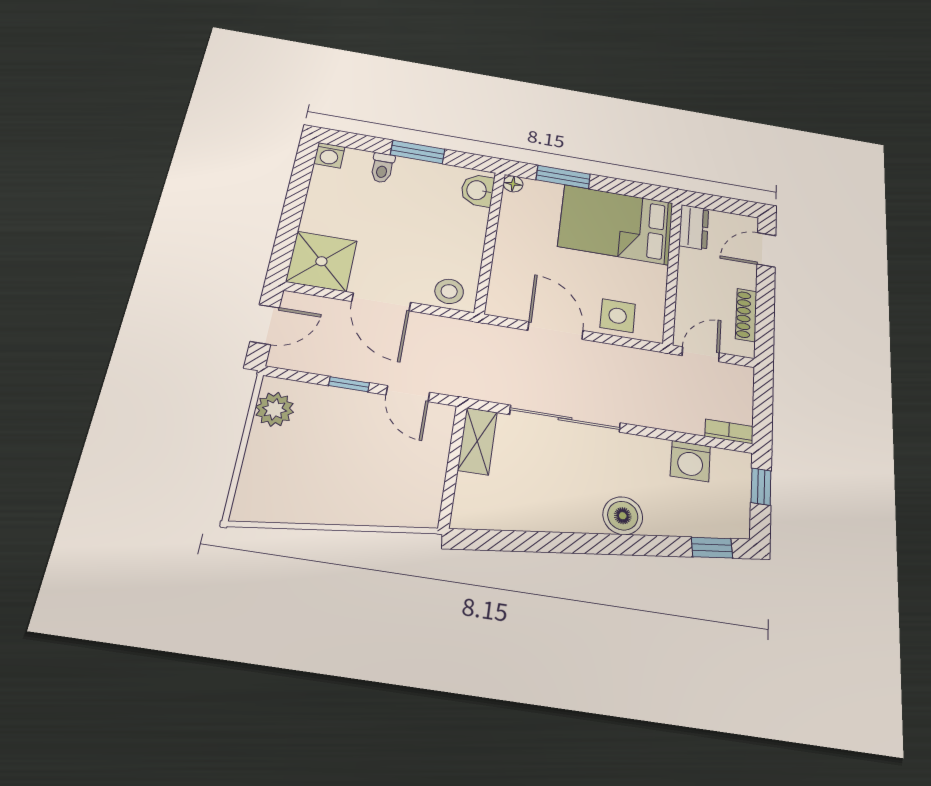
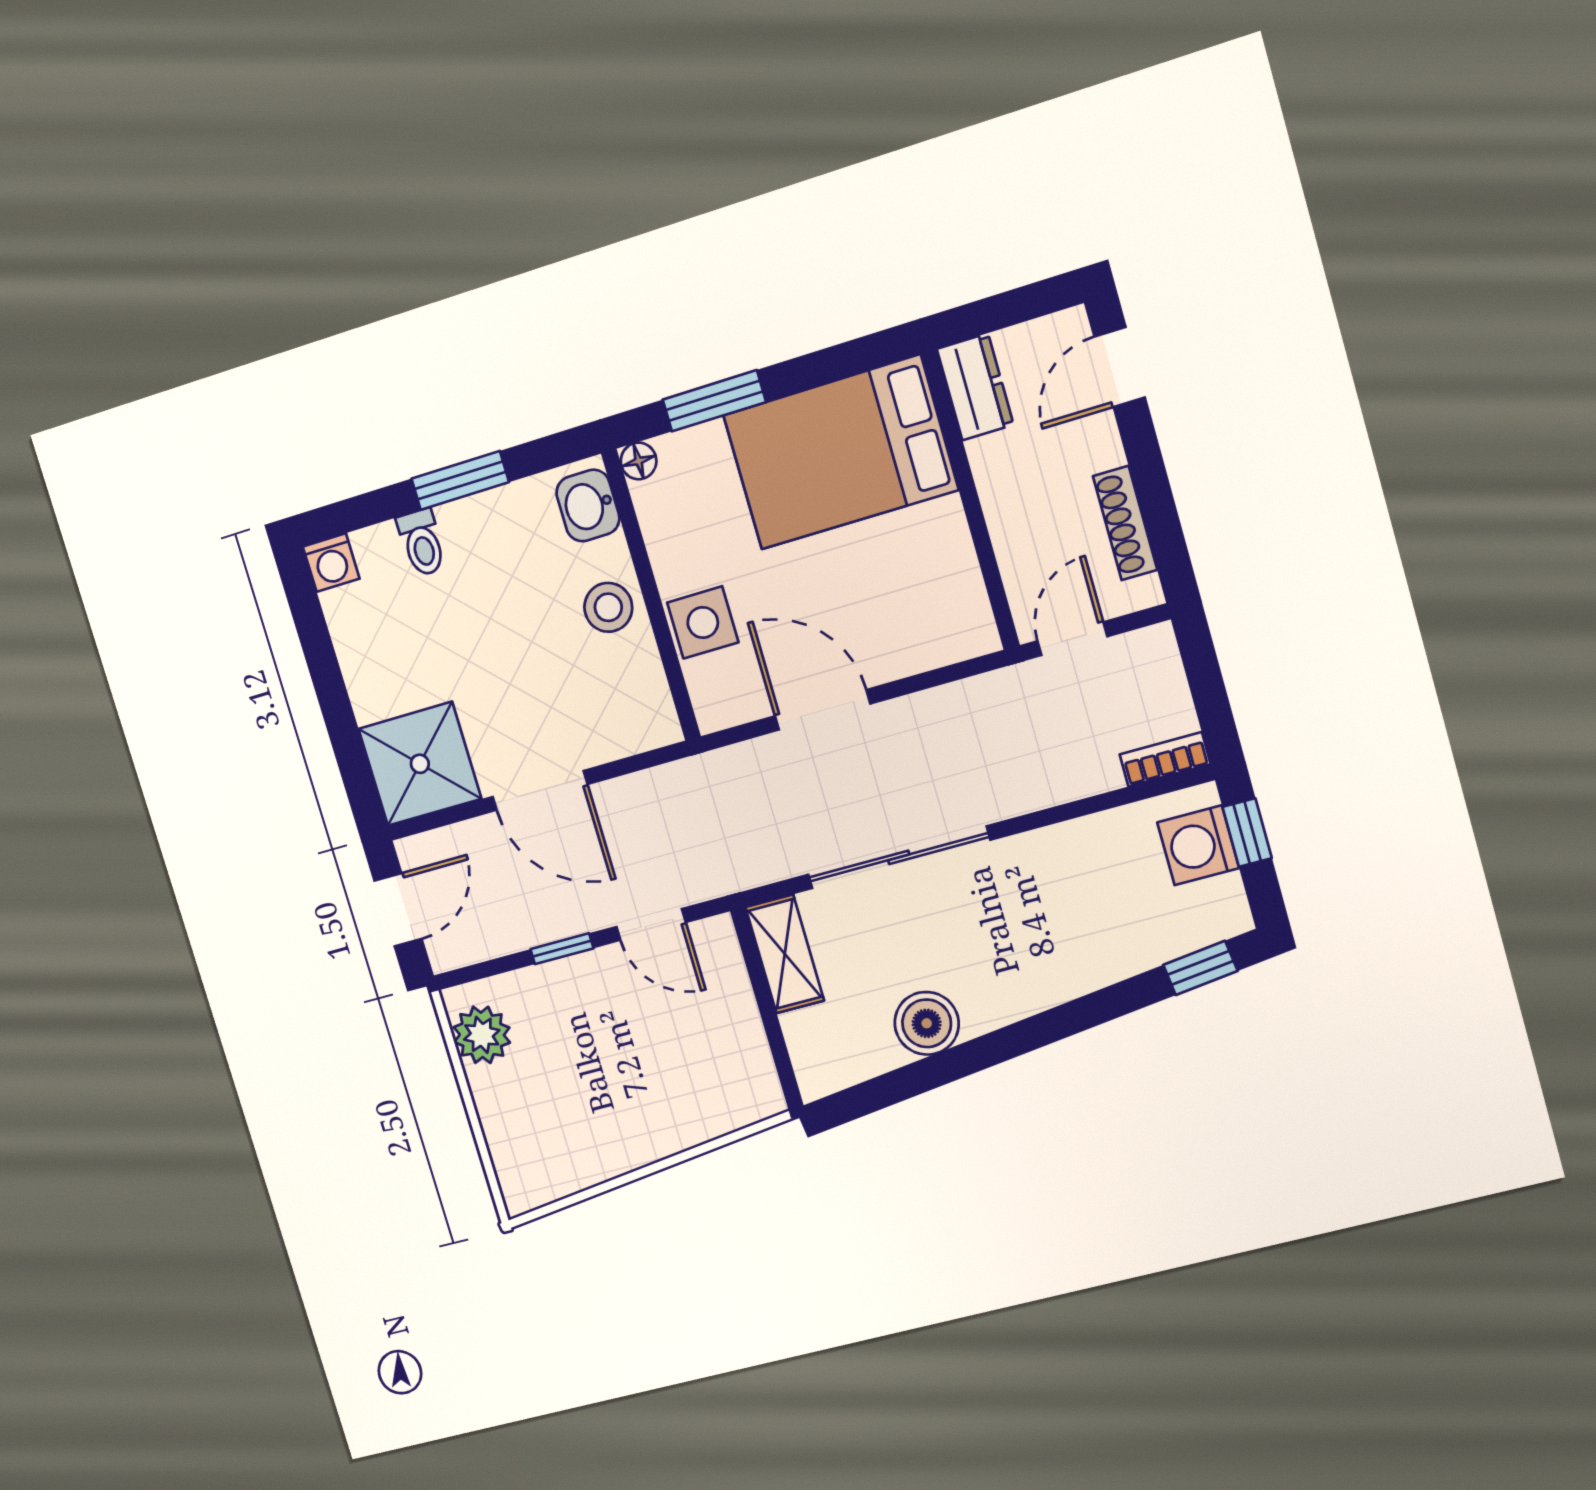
stool: (449, 291) -> (608, 607), moved
side table: (618, 316) -> (703, 622), moved
washing machine: (690, 461) -> (1198, 845), moved, turned 90
boiler: (623, 516) -> (927, 1023), moved

